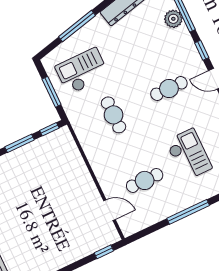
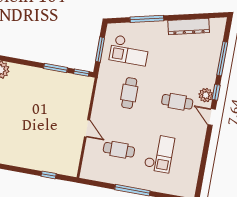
plant: (173, 19) -> (206, 95), moved
checkout: (82, 71) -> (129, 50), turned 180
door: (109, 210) -> (87, 128), moved
window: (104, 252) -> (49, 175), moved

